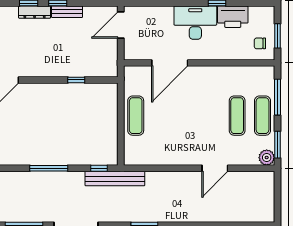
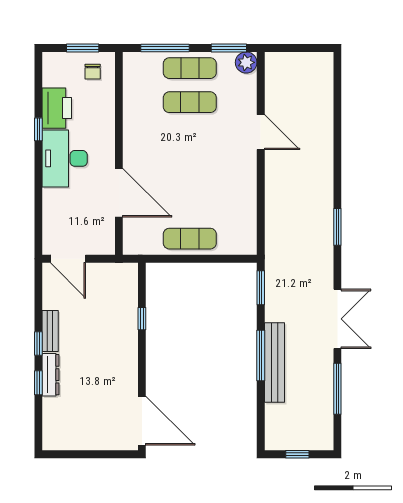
window: (99, 168) -> (261, 288), width x1.50
bench: (115, 179) -> (274, 362), moved

